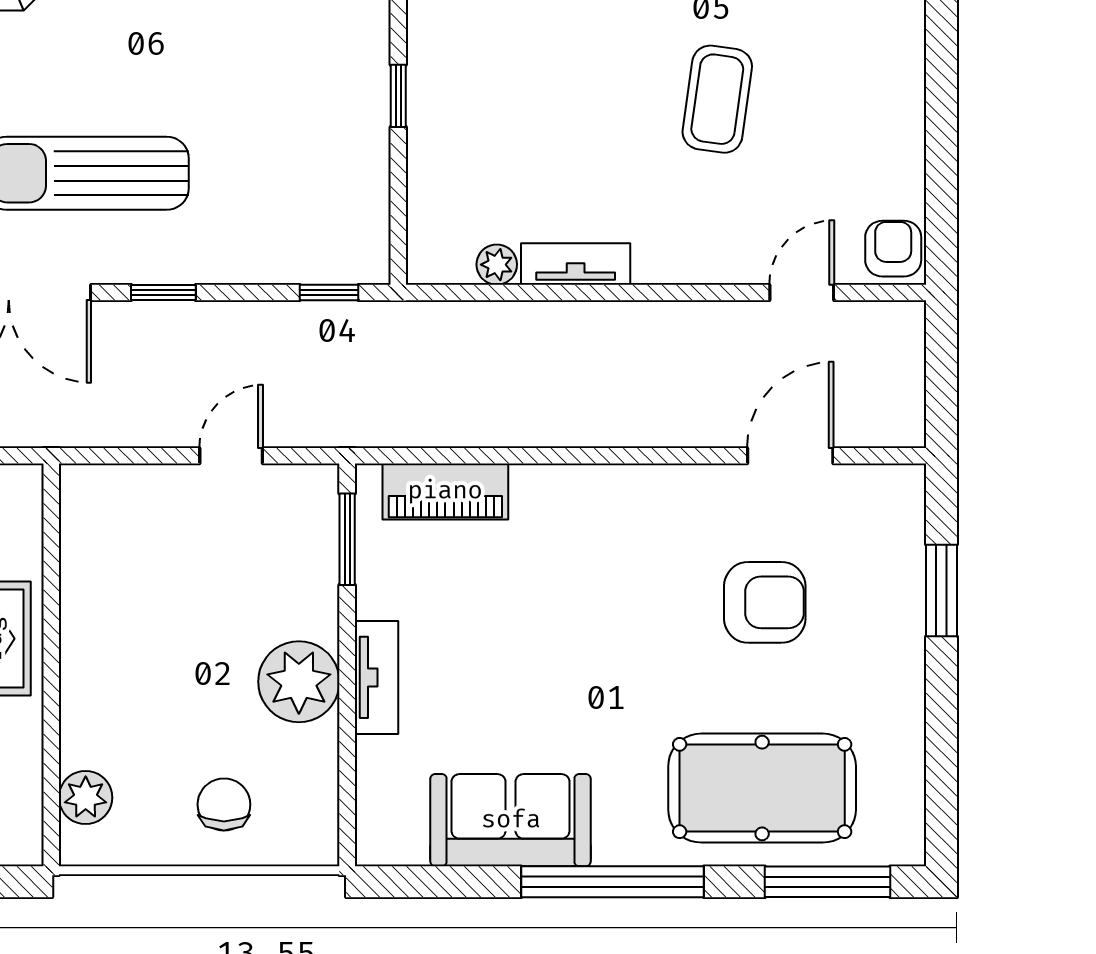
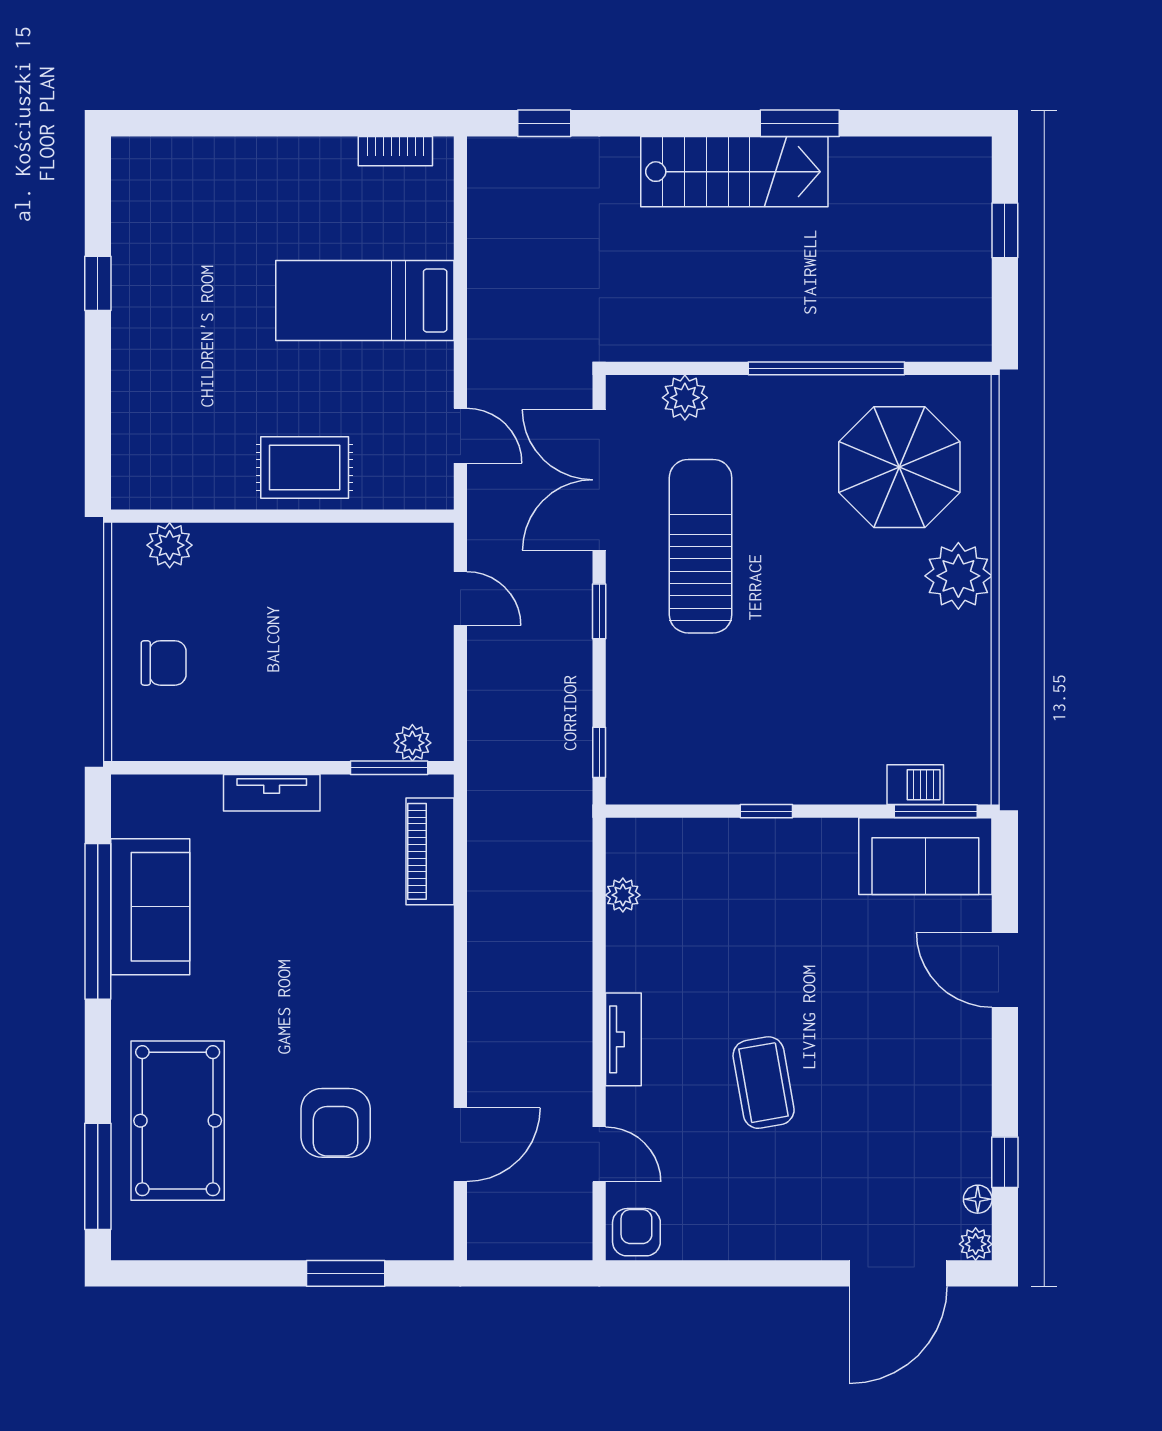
coffee table: (717, 99) -> (764, 1083), turned 72
armchair: (893, 249) -> (636, 1232), turned -90
tv unit: (576, 264) -> (623, 1039), moved
door: (231, 456) -> (460, 598), moved
door: (790, 456) -> (460, 1145), hinge flipped
plant: (299, 682) -> (412, 743), moved, width x0.53, depth x0.53
window: (612, 882) -> (98, 921), moved

